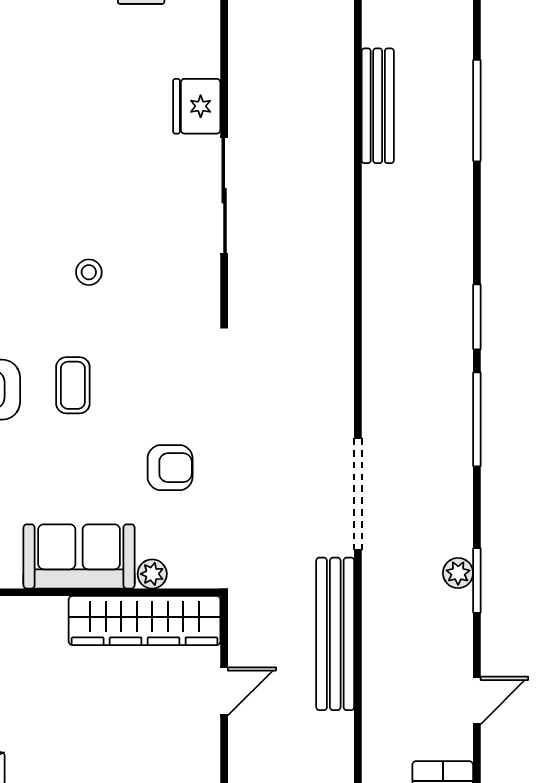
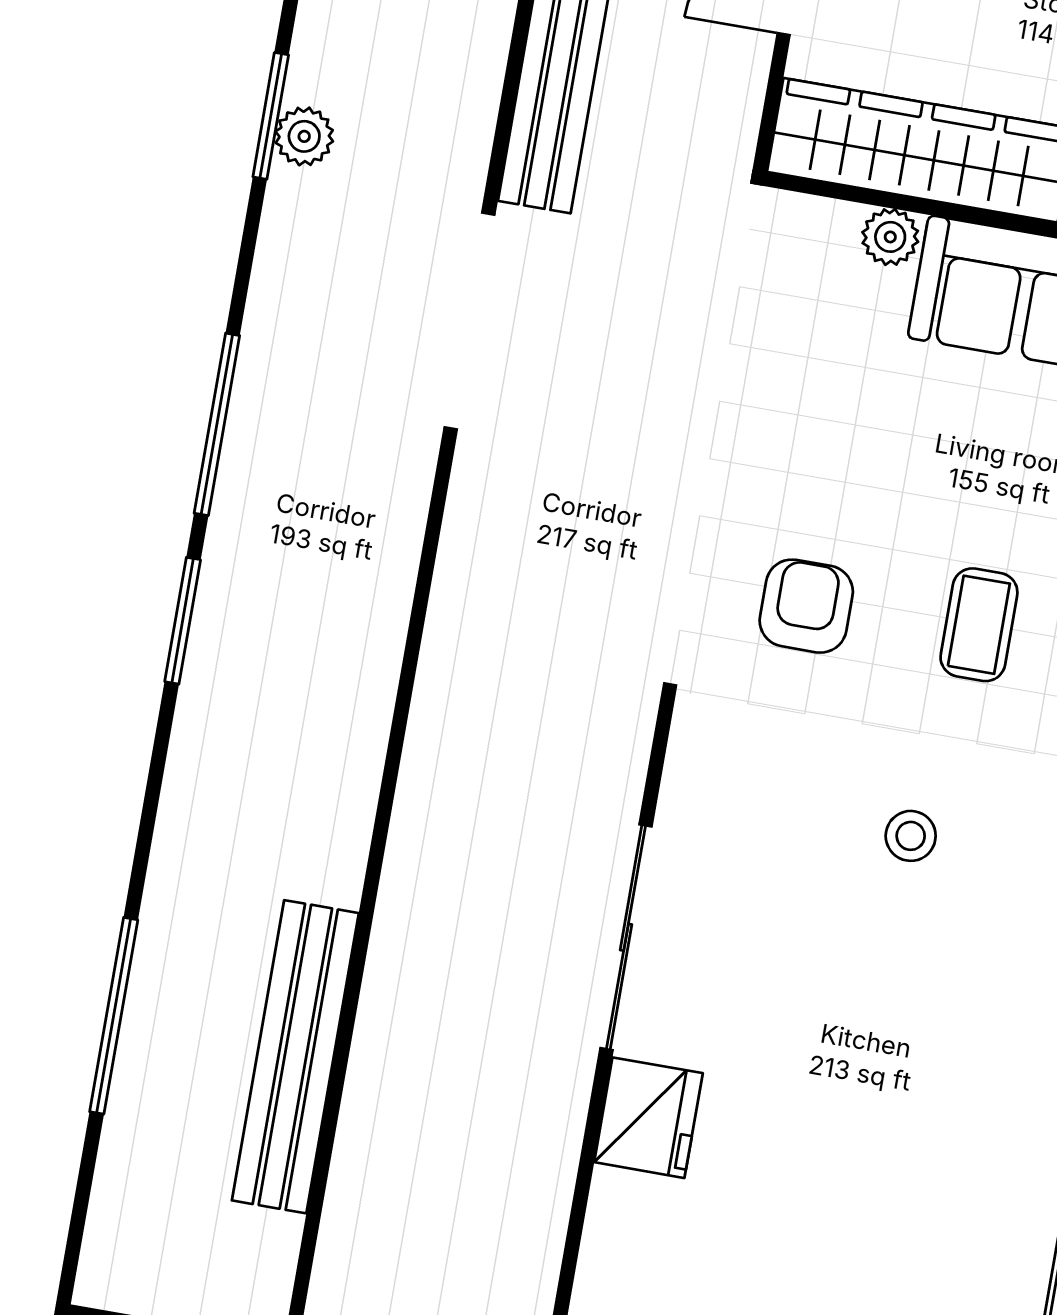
bench: (378, 106) -> (295, 1057), width x1.37, depth x1.21
armchair: (170, 468) -> (806, 606), moved, turned 90

